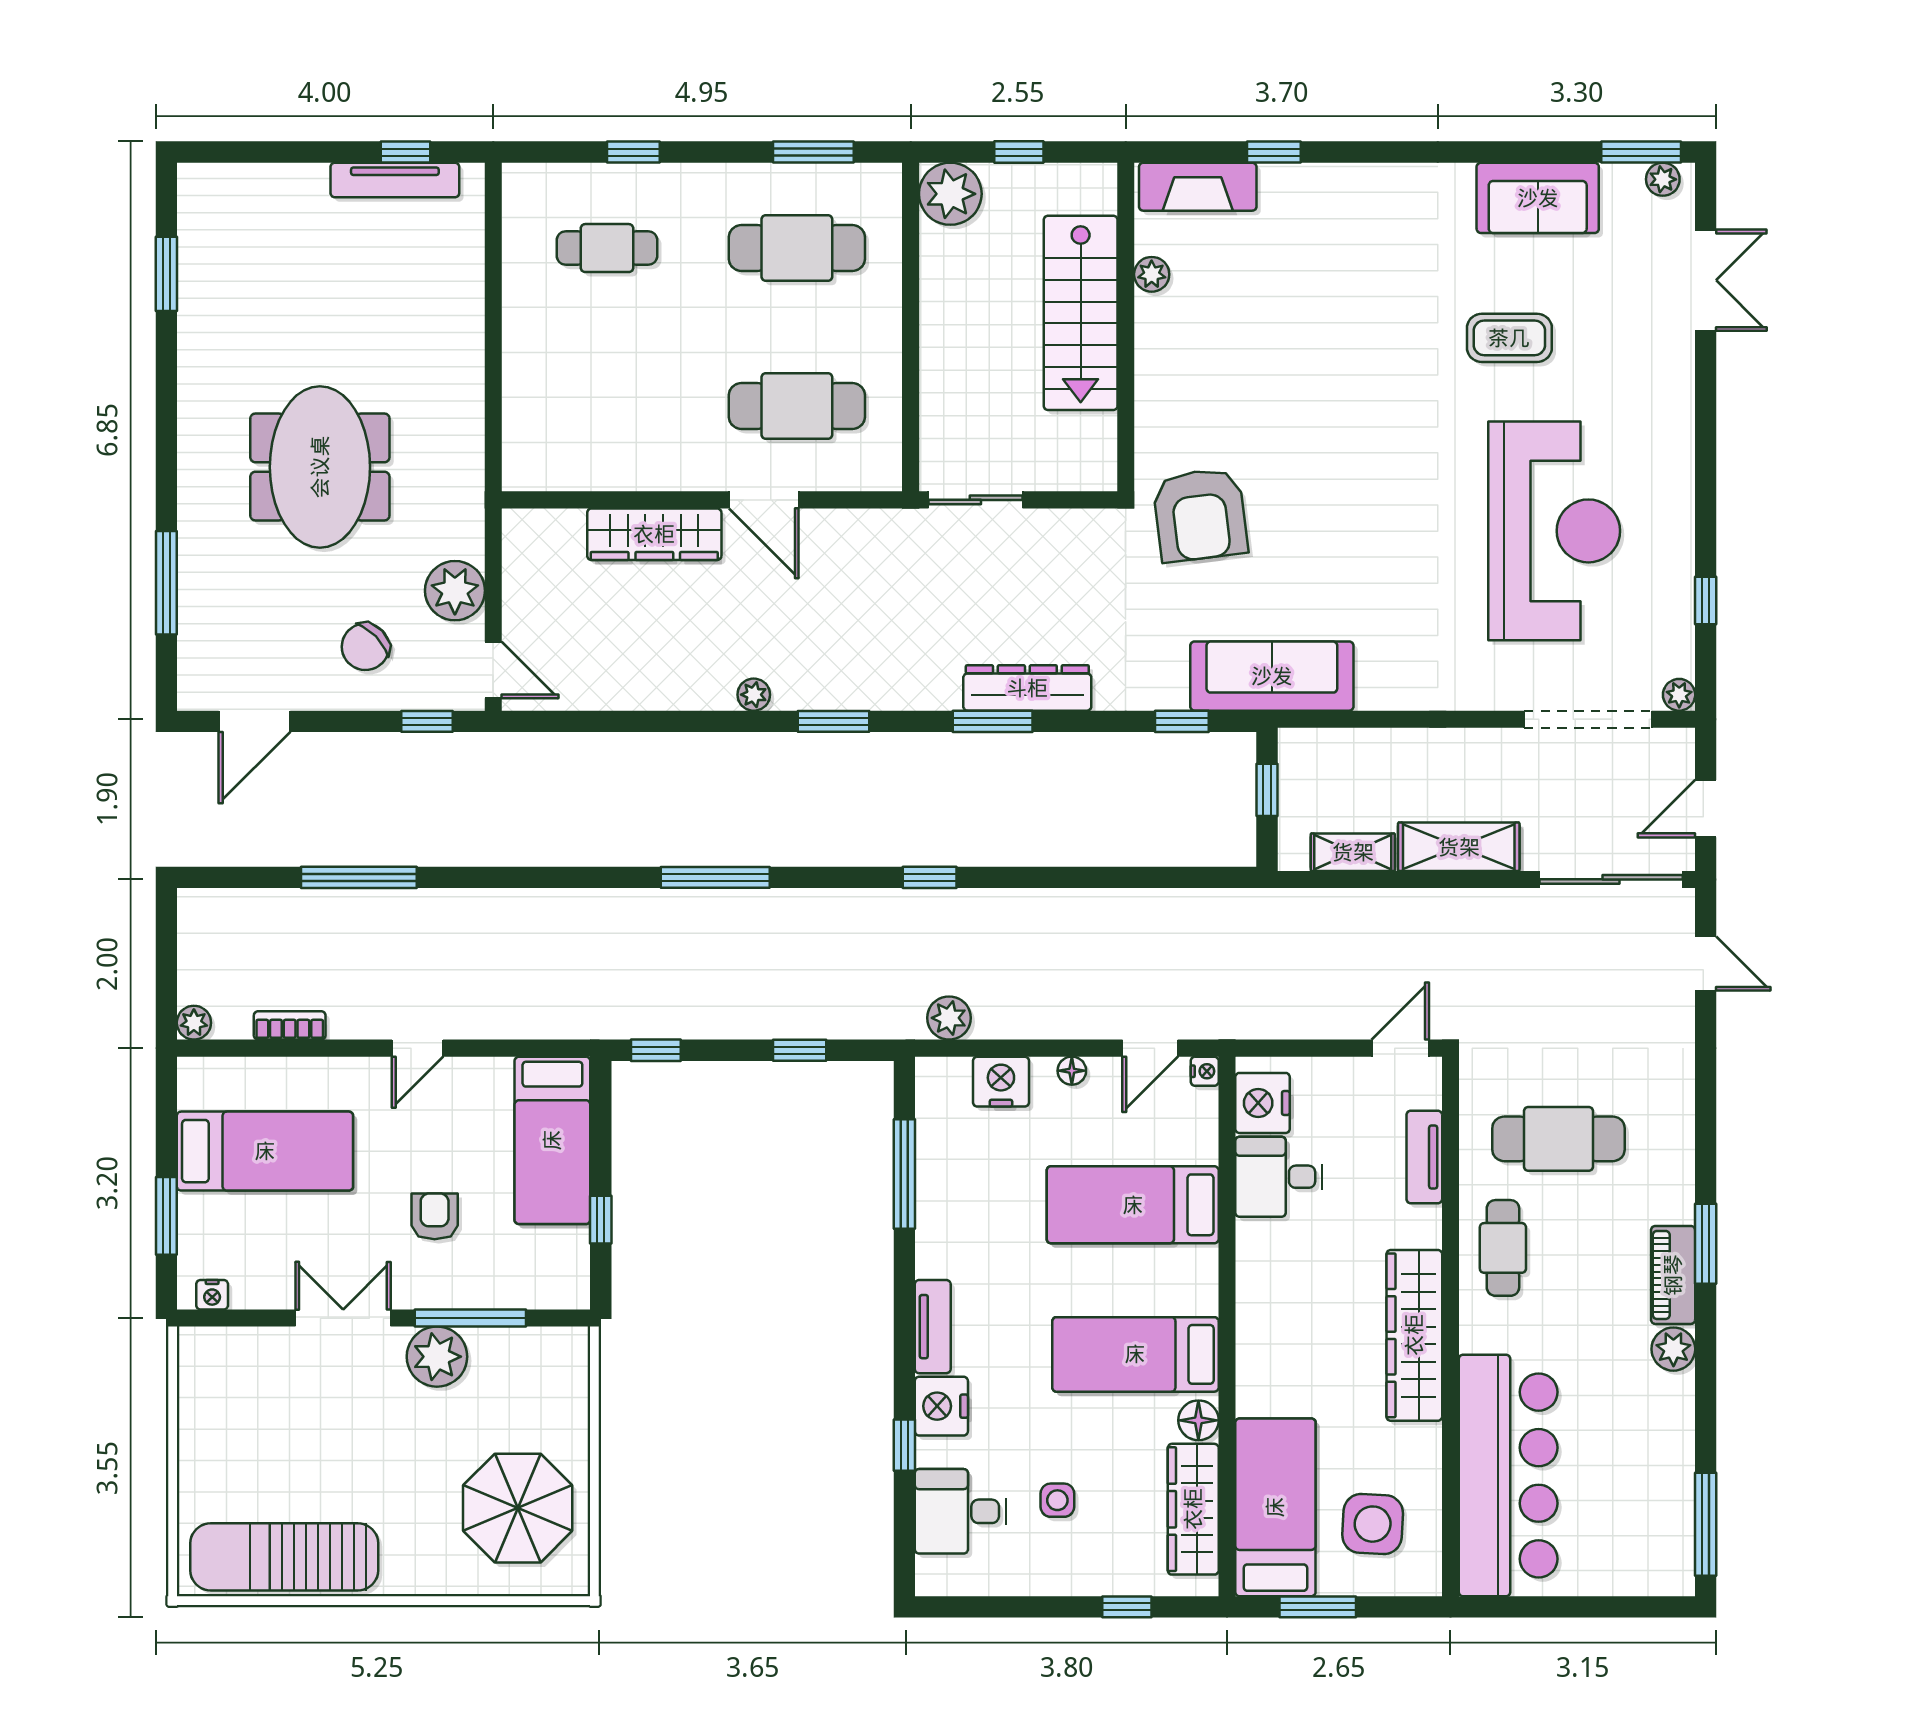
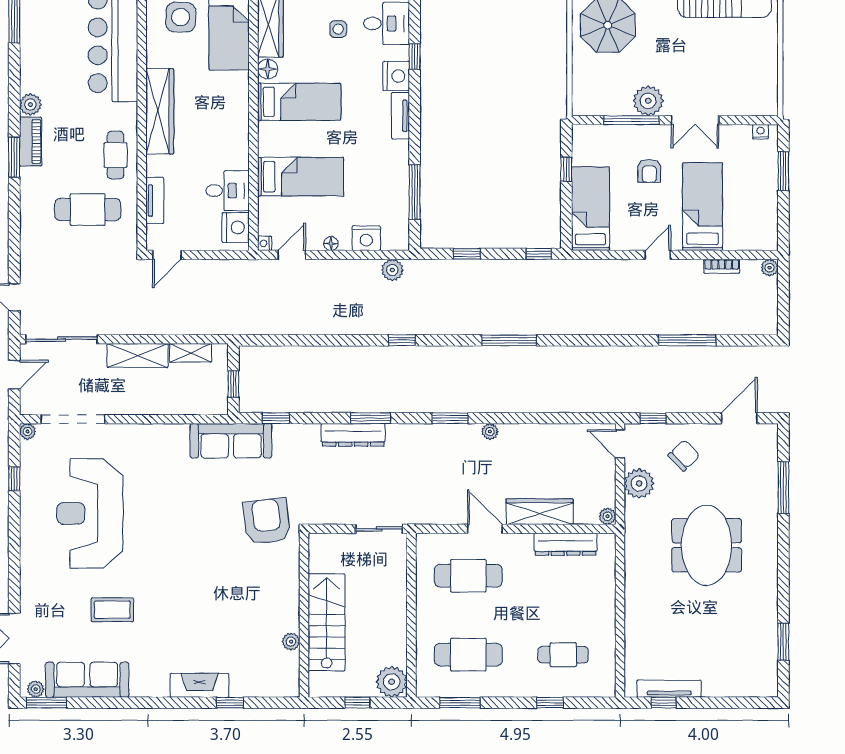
fireplace: (1198, 187) -> (199, 685), moved
sofa: (1538, 198) -> (87, 680), width x1.36
dresser: (602, 469) -> (566, 544), added
plant: (518, 525) -> (607, 516), added
bed: (265, 1151) -> (703, 207), moved, turned 90

